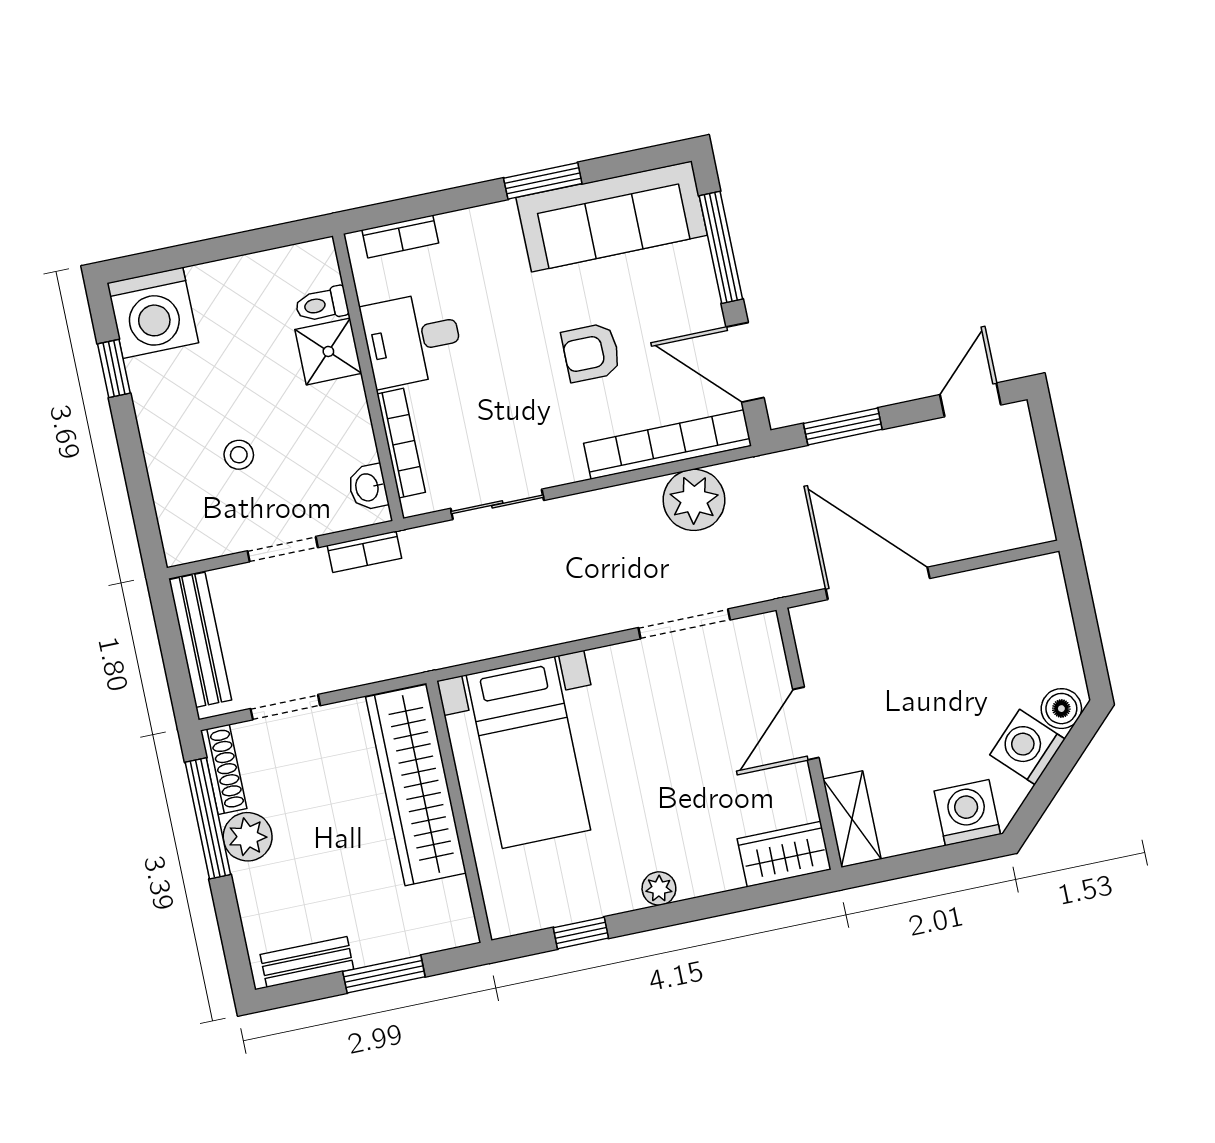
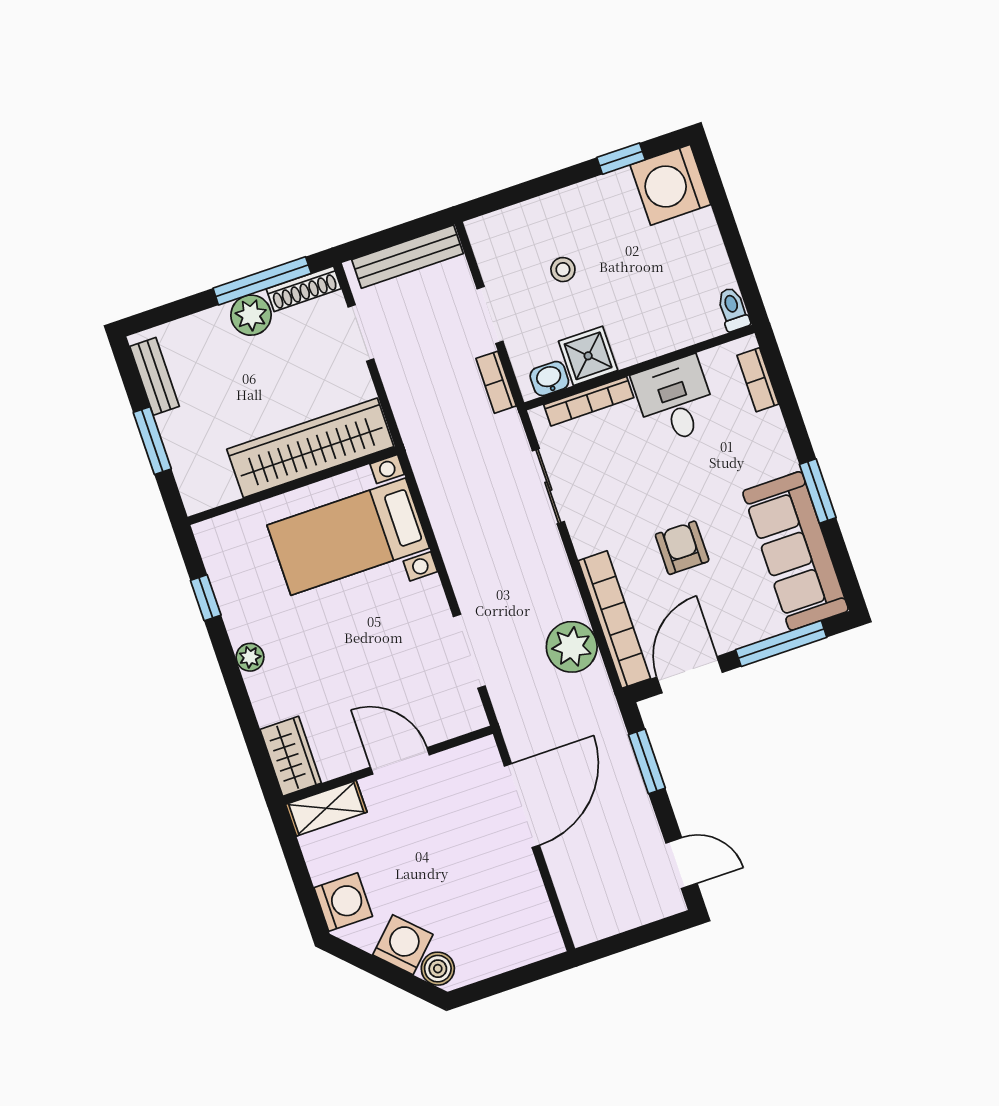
toilet: (322, 304) -> (733, 309), moved
shower: (328, 351) -> (588, 356), moved

